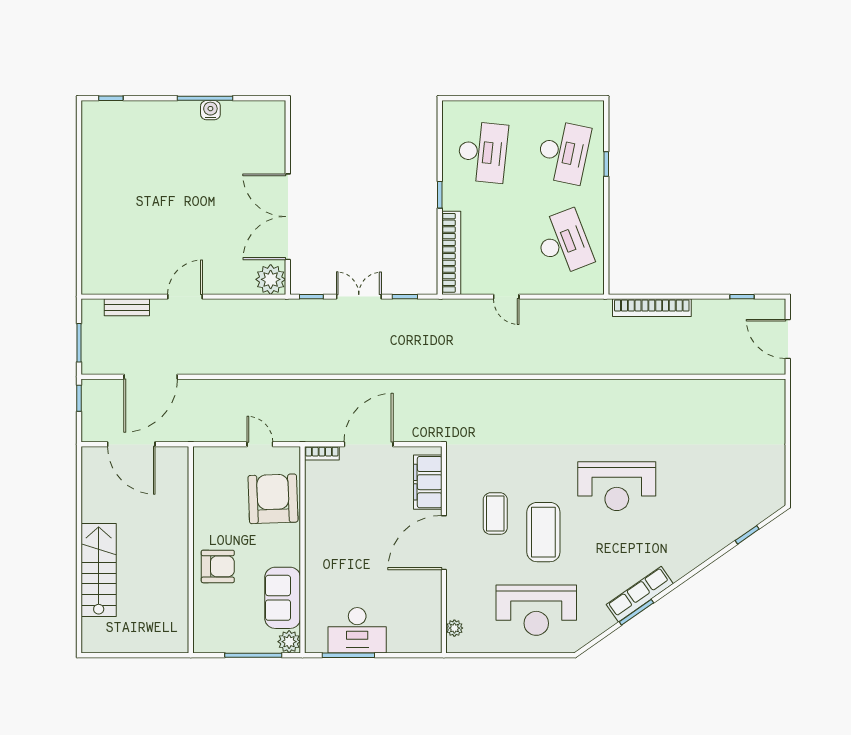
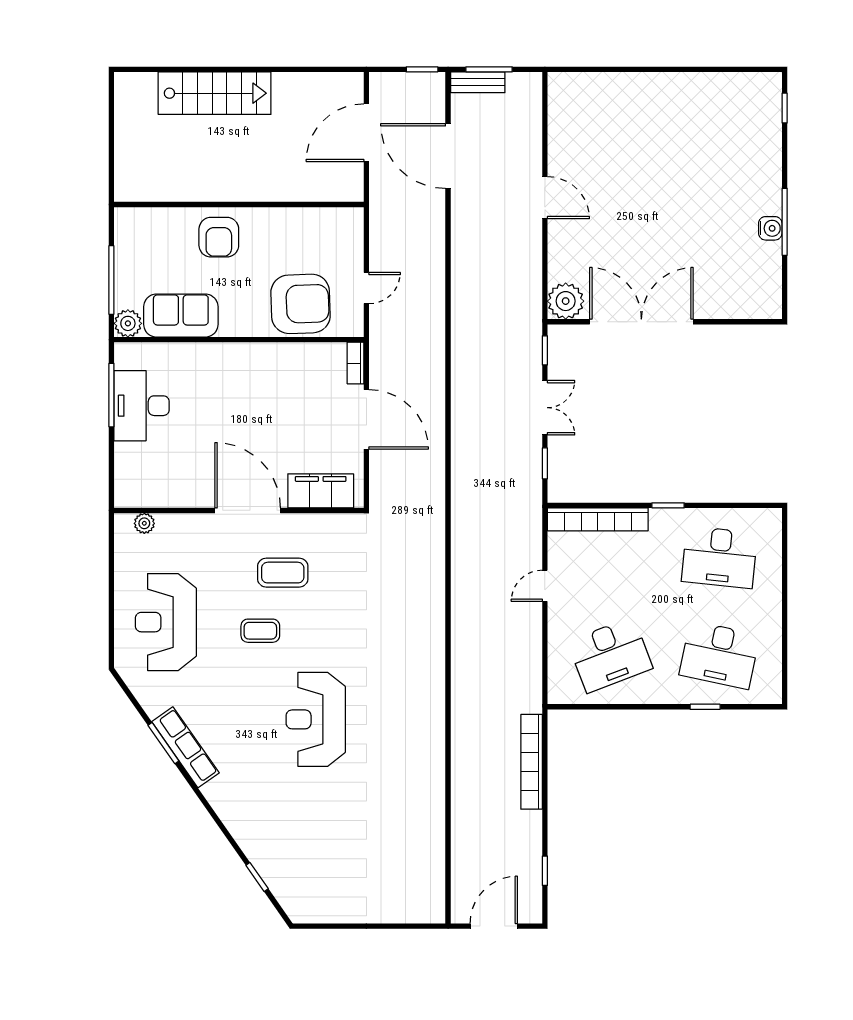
bench: (127, 307) -> (478, 82), moved, turned 90
coffee table: (543, 532) -> (260, 631), width x0.54, depth x0.58

